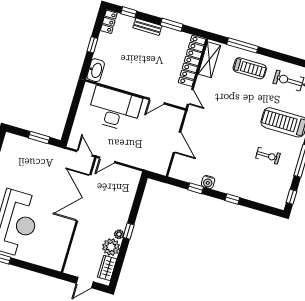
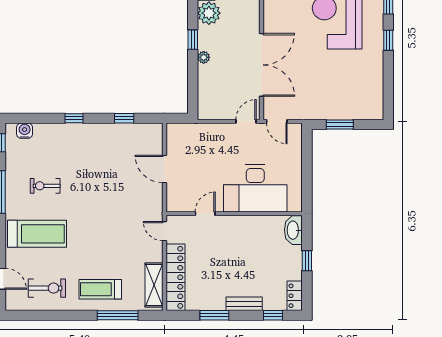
water cooler: (208, 182) -> (25, 131), moved
plant: (119, 234) -> (204, 57), moved

